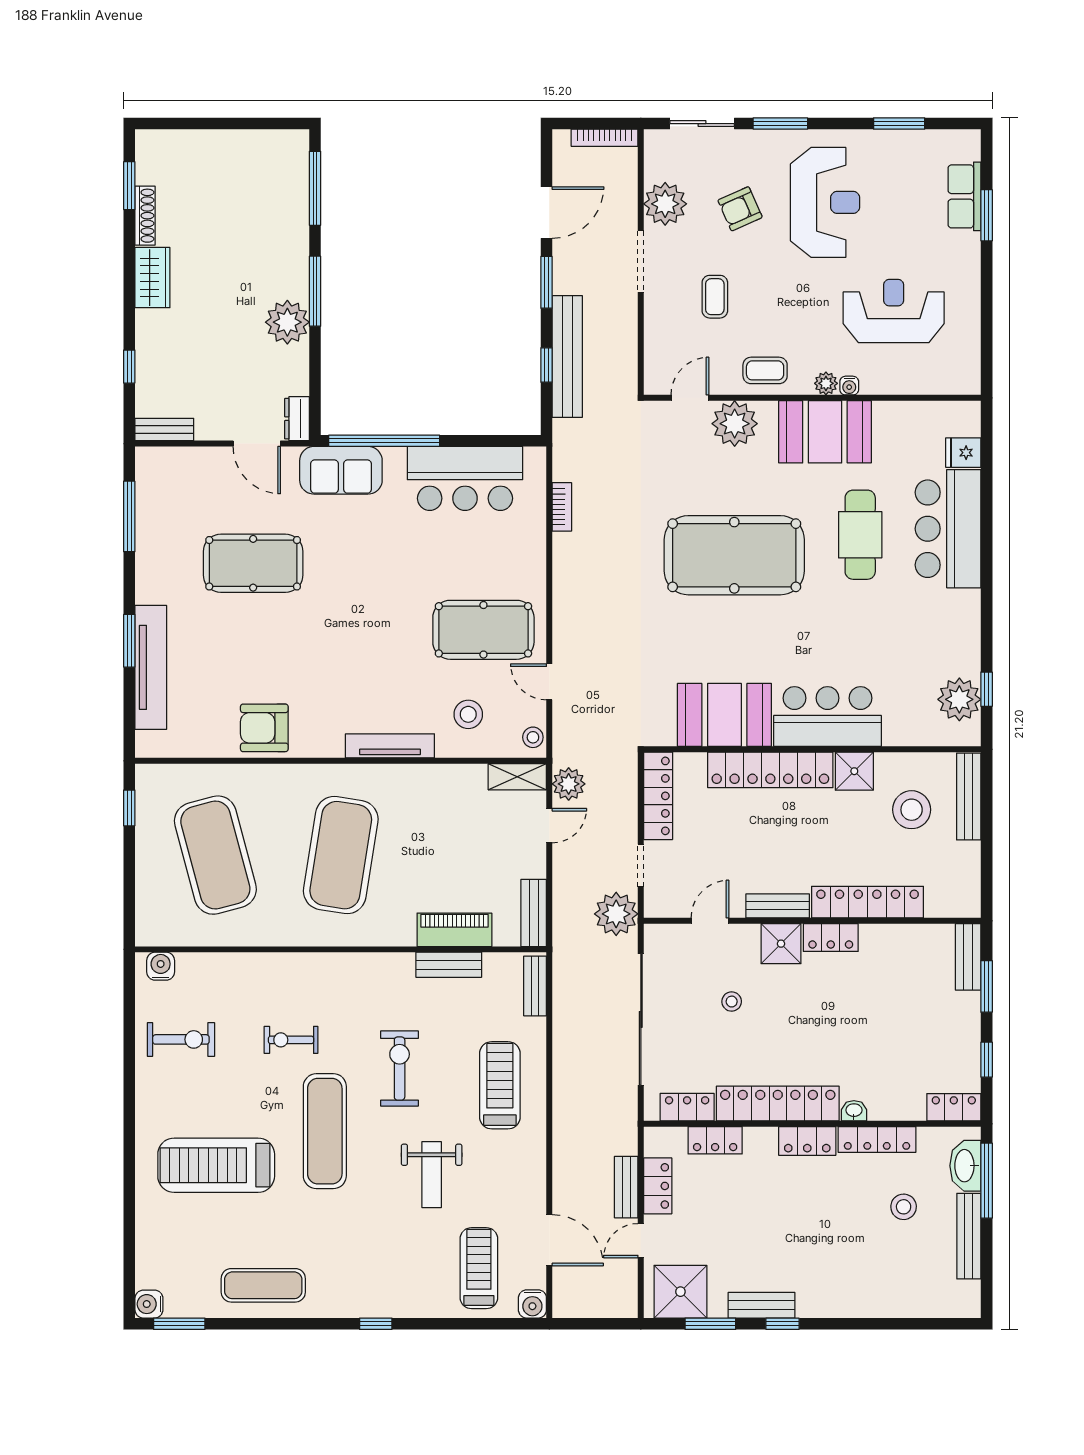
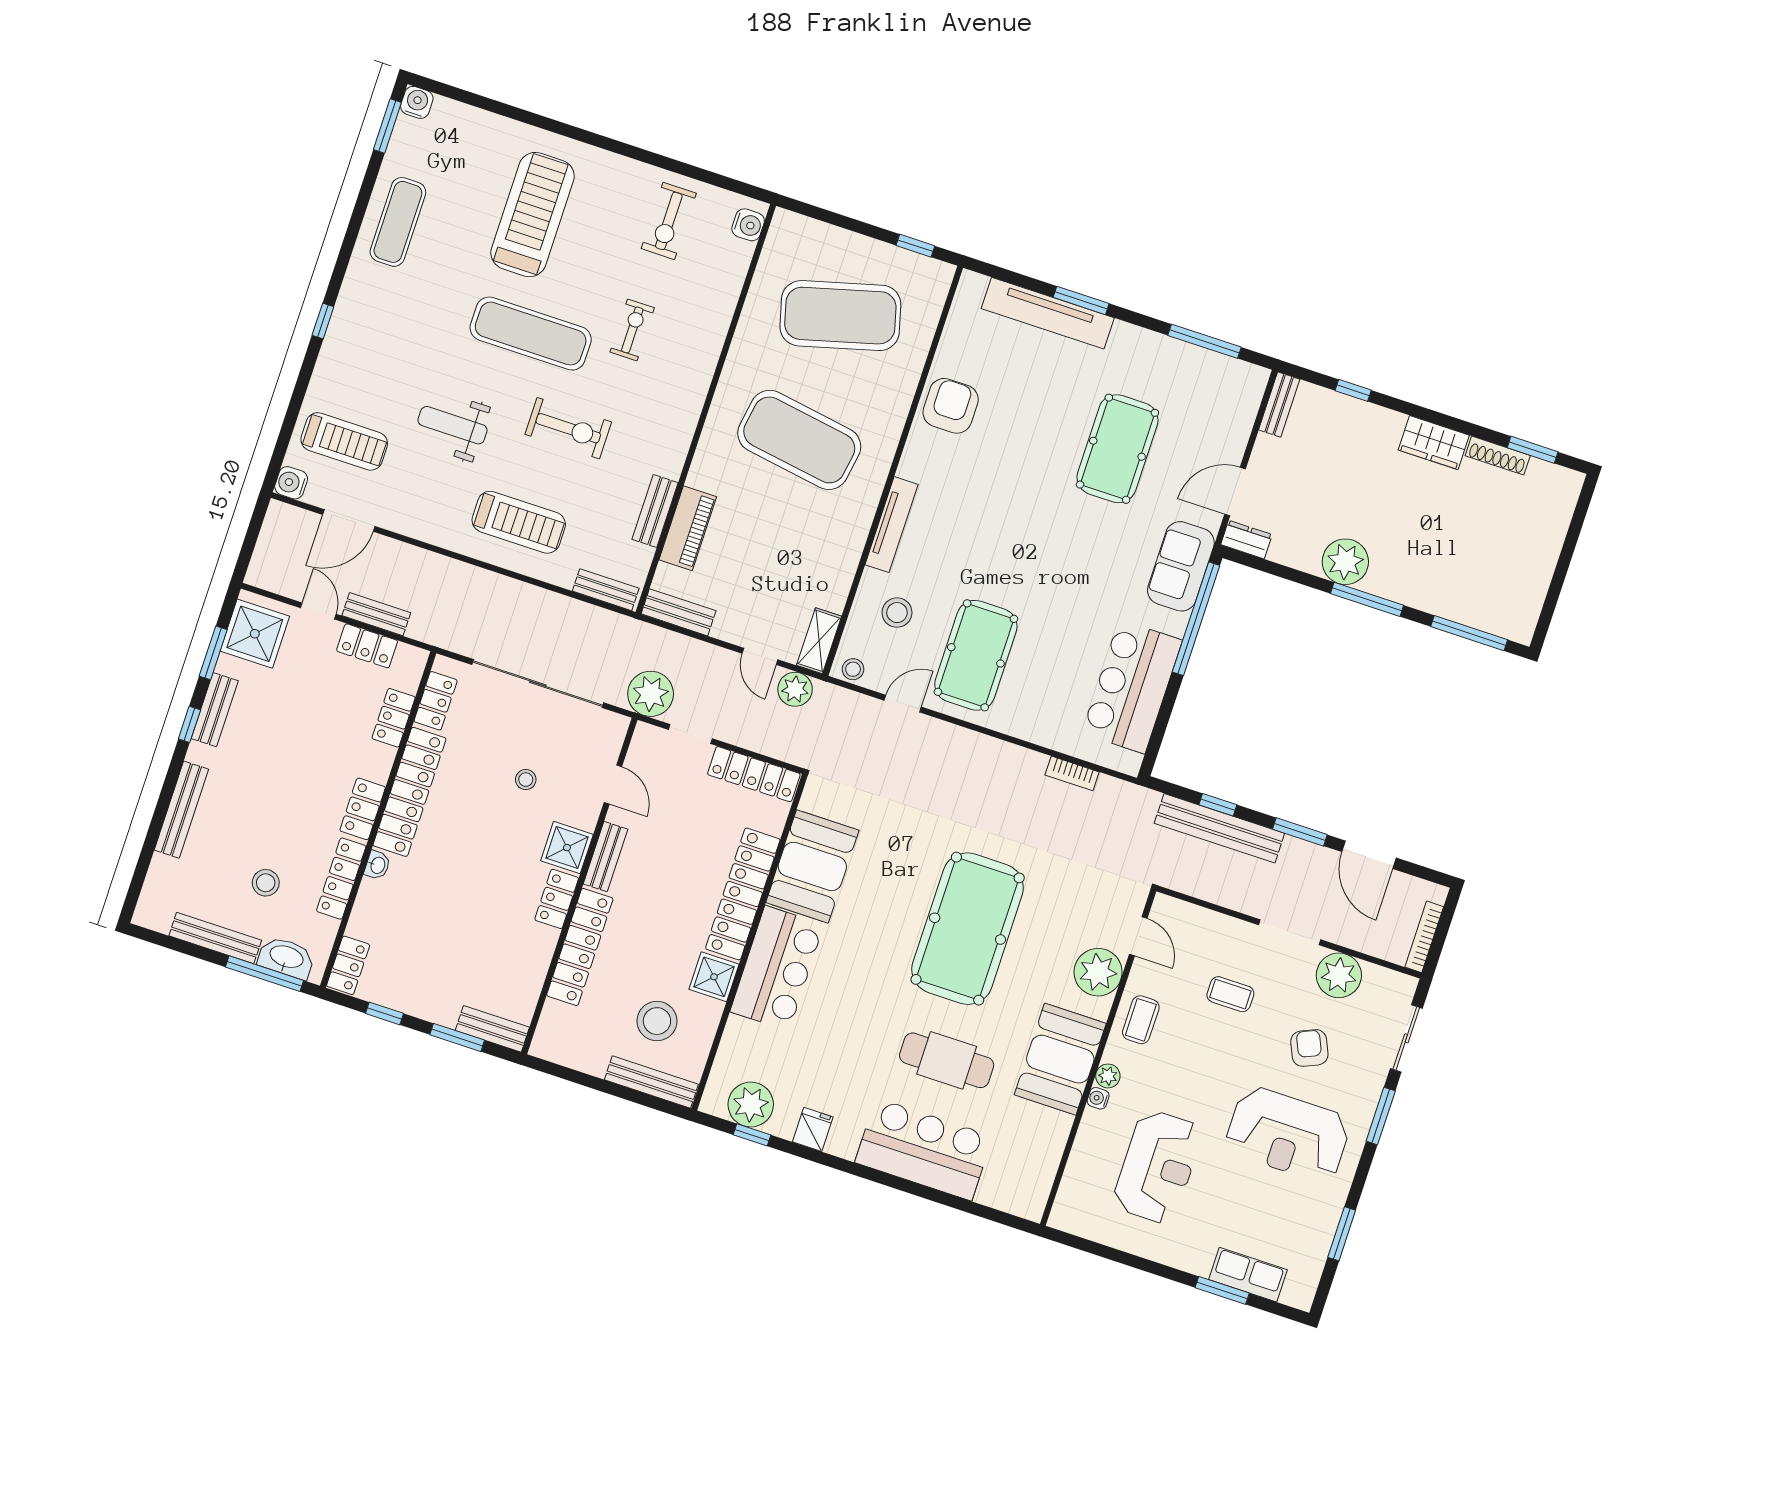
fridge: (963, 453) -> (813, 1129), moved
bench: (862, 1305) -> (181, 810), added

